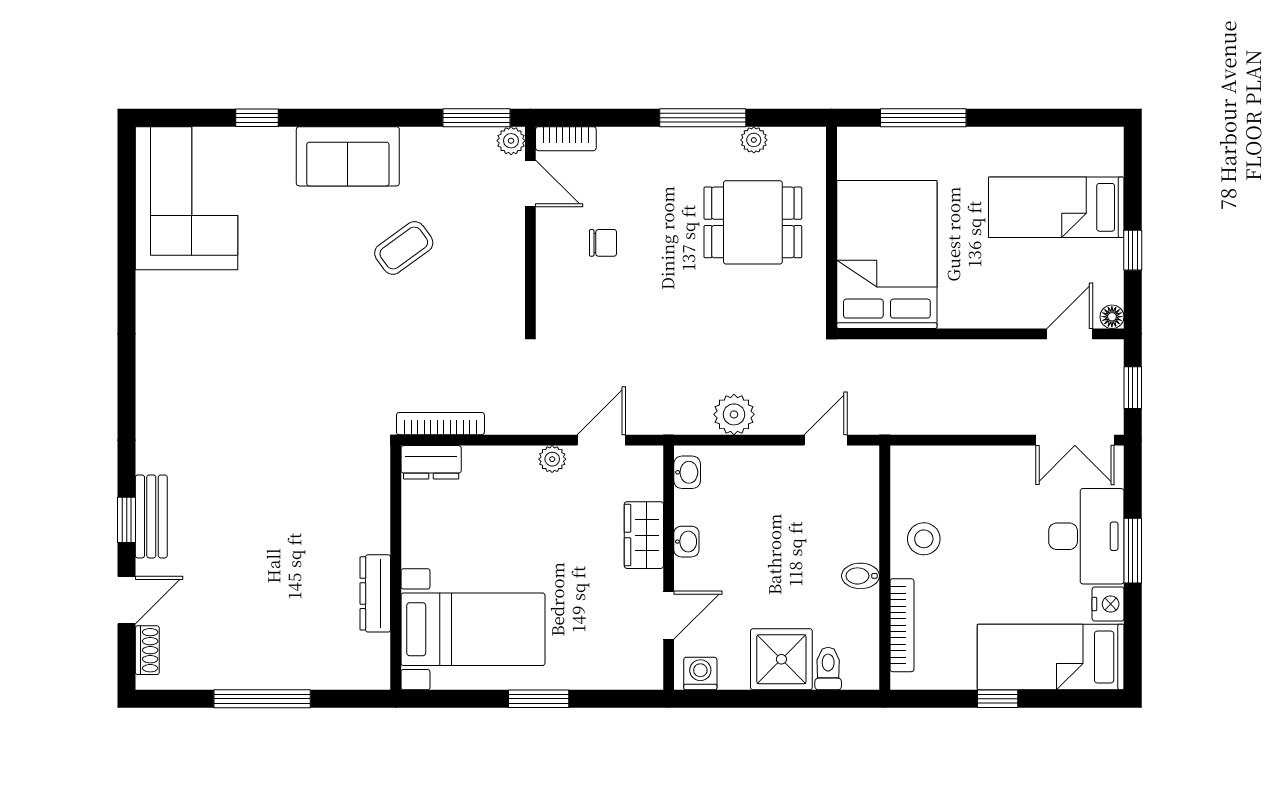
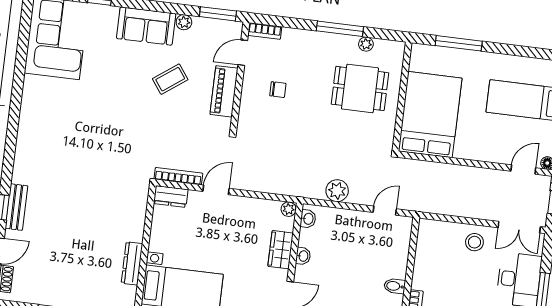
plant: (511, 141) -> (184, 22), moved
door: (530, 183) -> (243, 53), swing flipped
piano: (505, 258) -> (224, 91), added
door: (601, 440) -> (216, 190), moved
plant: (552, 459) -> (289, 209), moved
stool: (924, 539) -> (474, 242), moved

